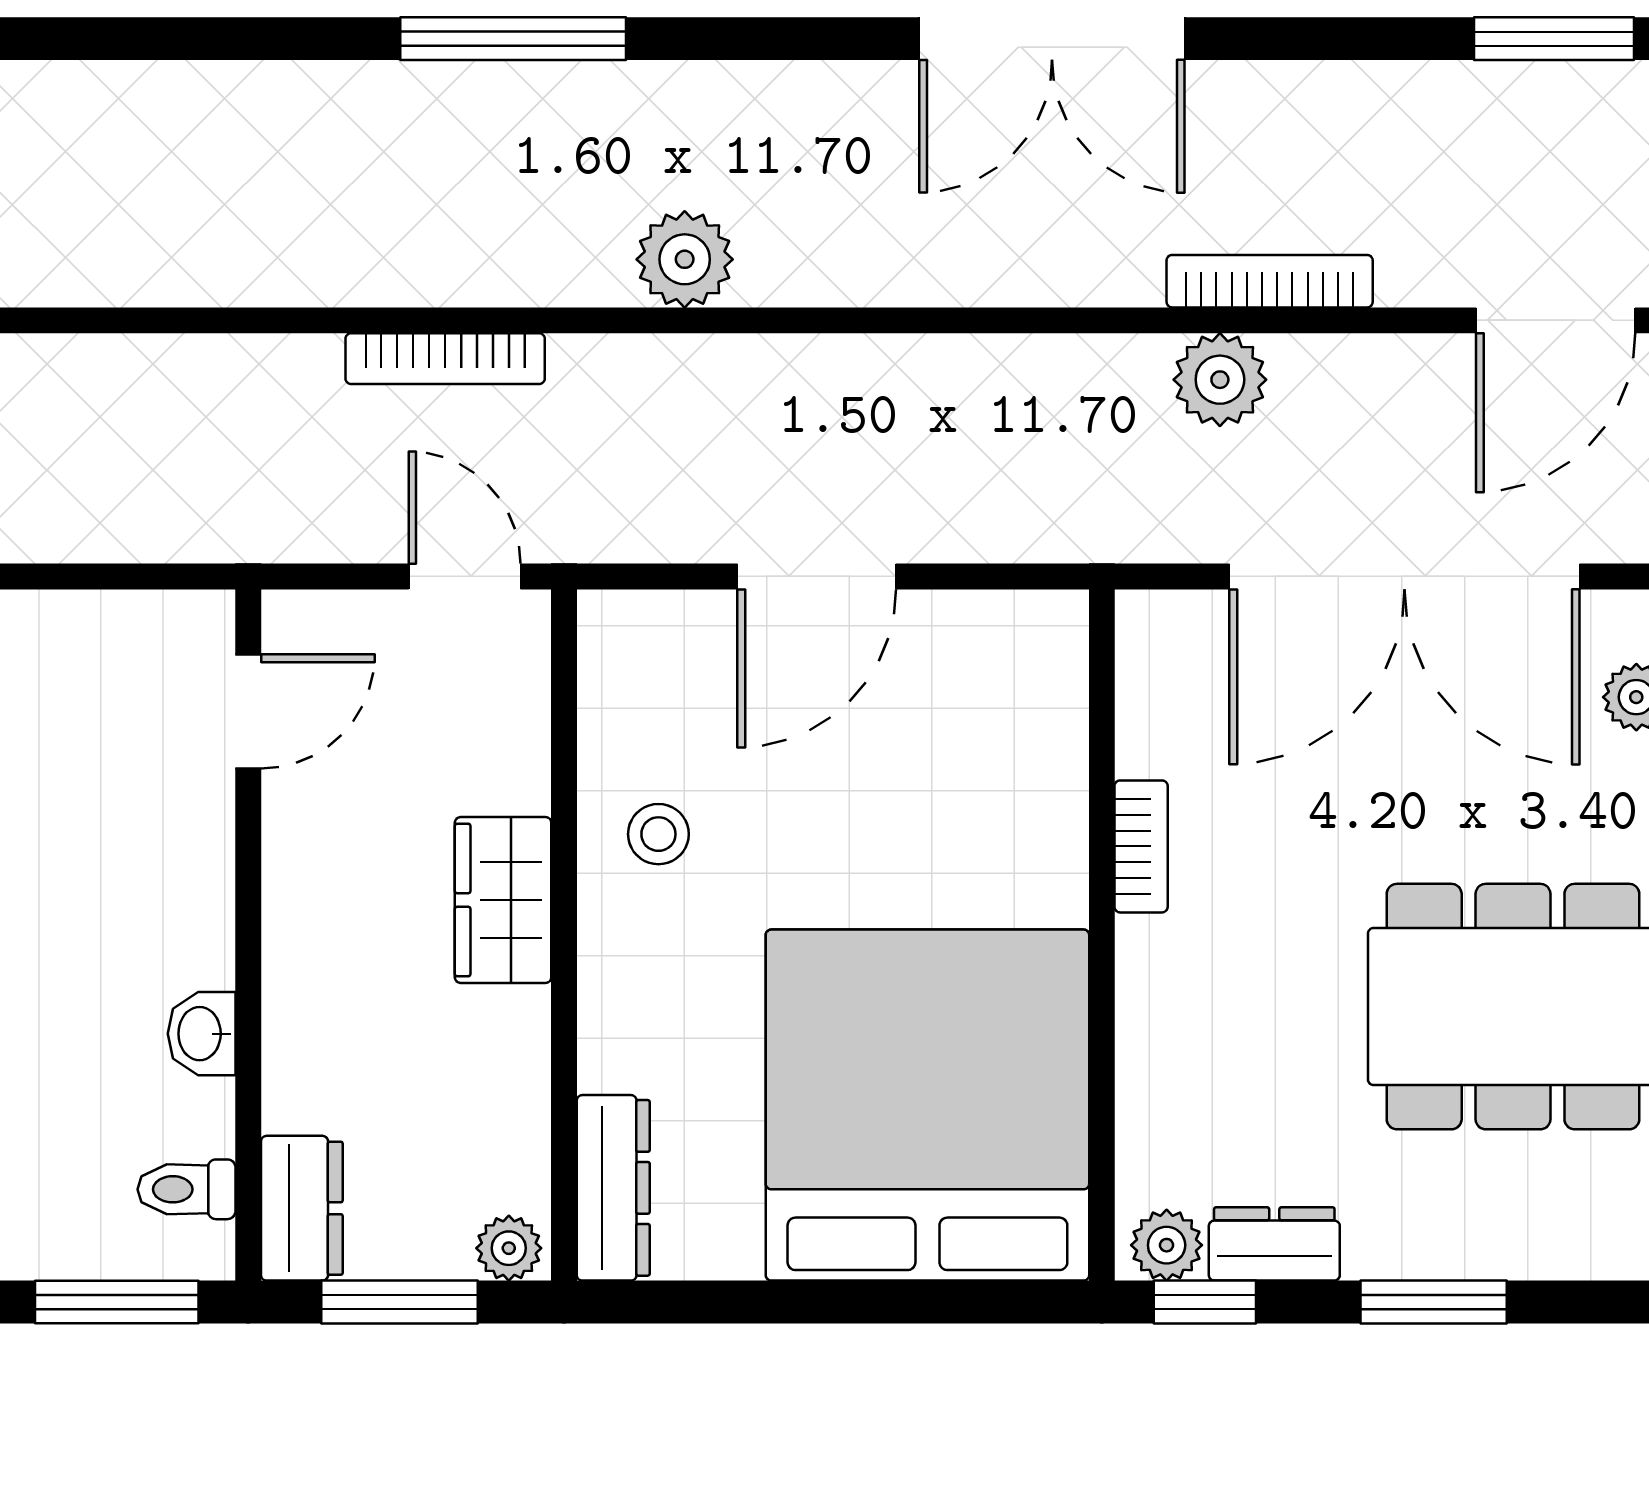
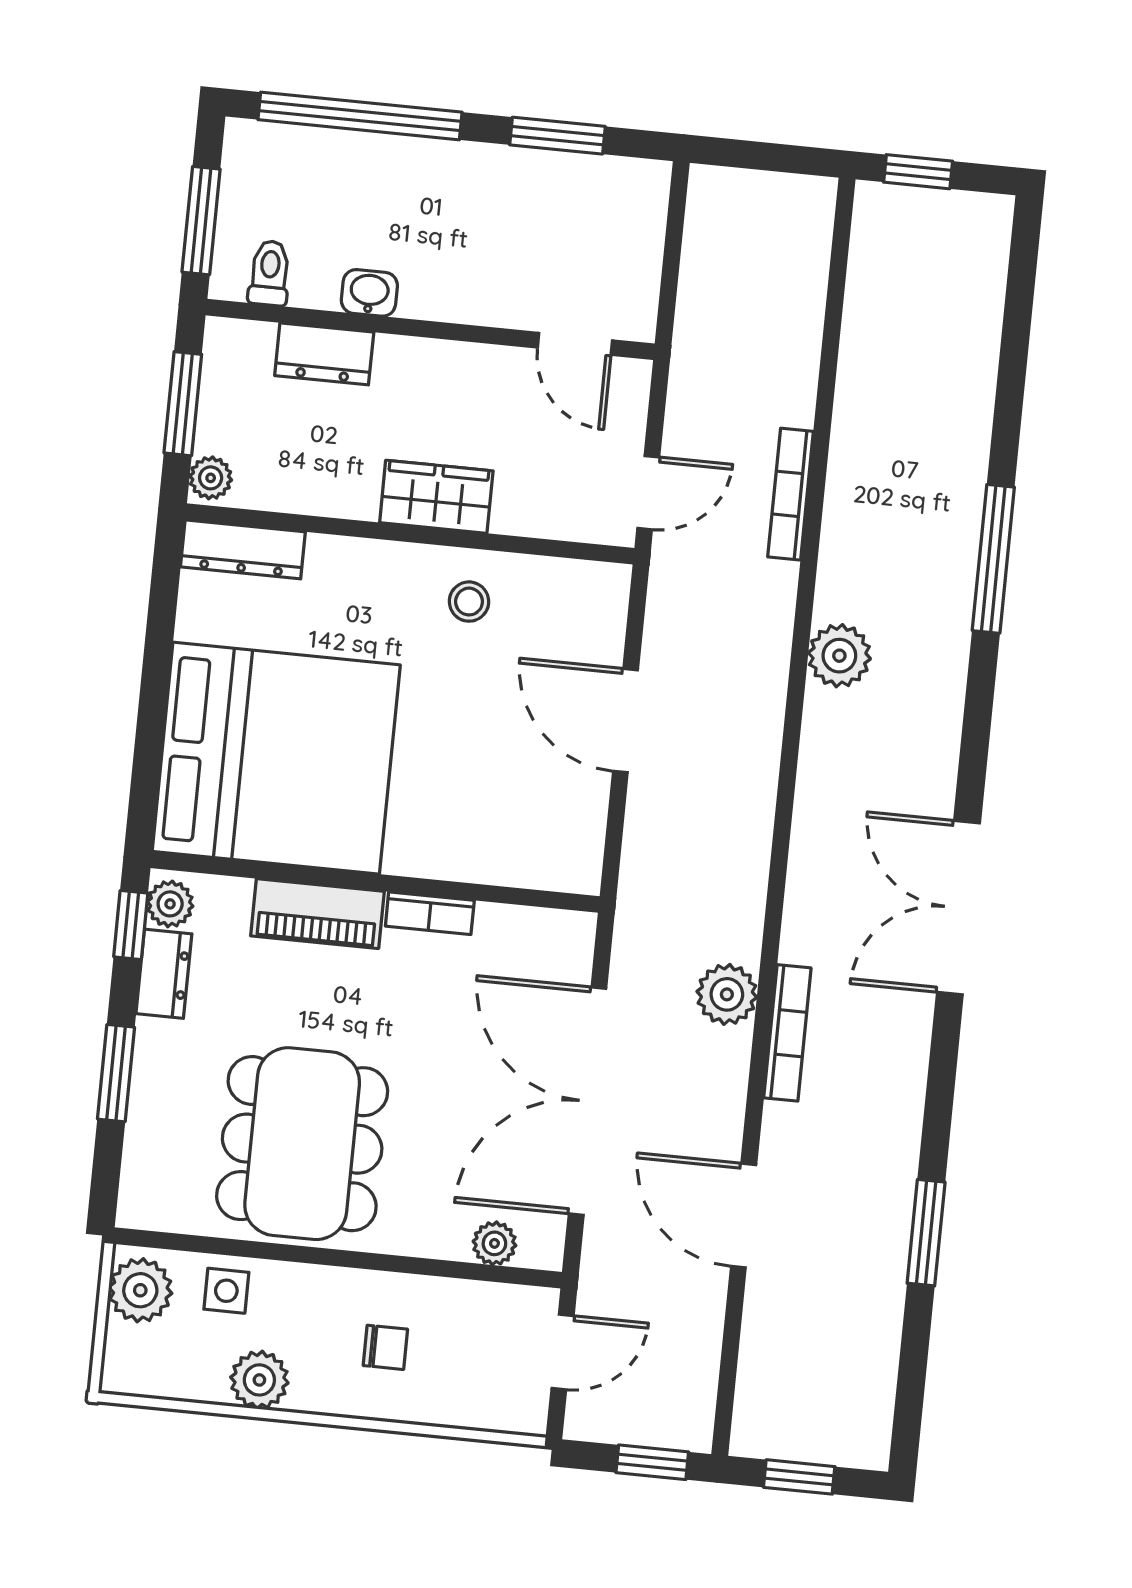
piano: (1159, 1018) -> (317, 914), added
dresser: (302, 1208) -> (324, 354), moved

